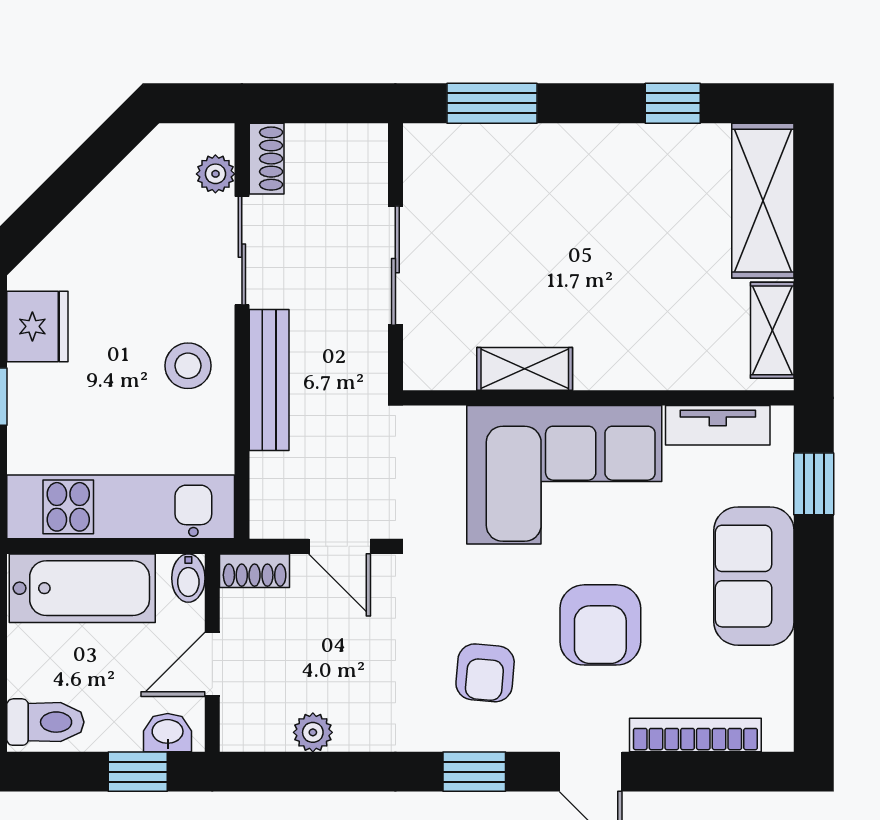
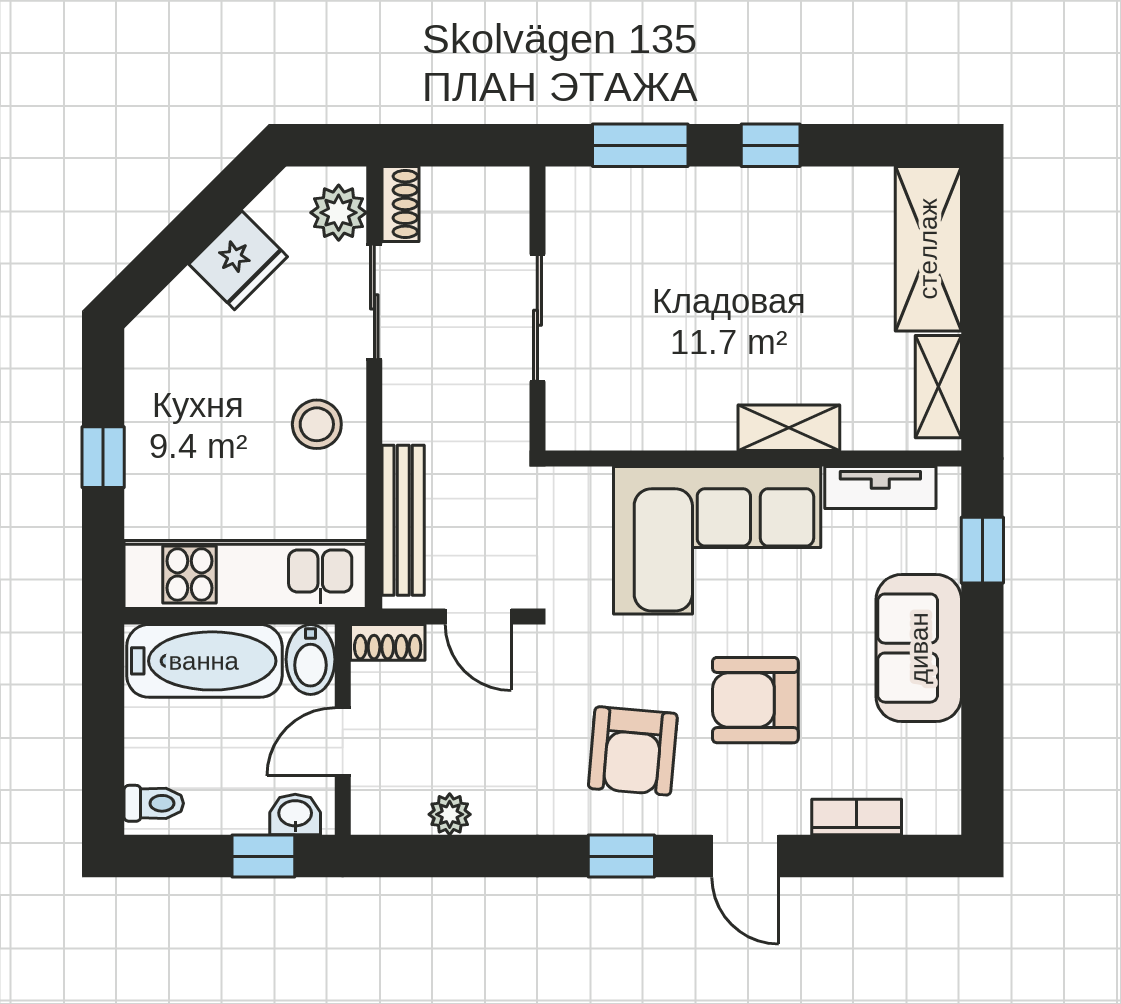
window: (673, 103) -> (771, 145), moved
plant: (215, 174) -> (339, 213), width x1.38, depth x1.38
fridge: (37, 326) -> (238, 260), moved, turned 45
shelving: (525, 369) -> (789, 428), moved
bench: (269, 380) -> (403, 520), moved
bidet: (188, 578) -> (311, 659), width x1.38, depth x1.36
armchair: (600, 625) -> (755, 700), turned 90
armchair: (485, 673) -> (633, 751), width x1.38, depth x1.38
toilet: (45, 722) -> (154, 803), width x0.73, depth x0.72
bookcase: (695, 735) -> (857, 817), width x0.64

